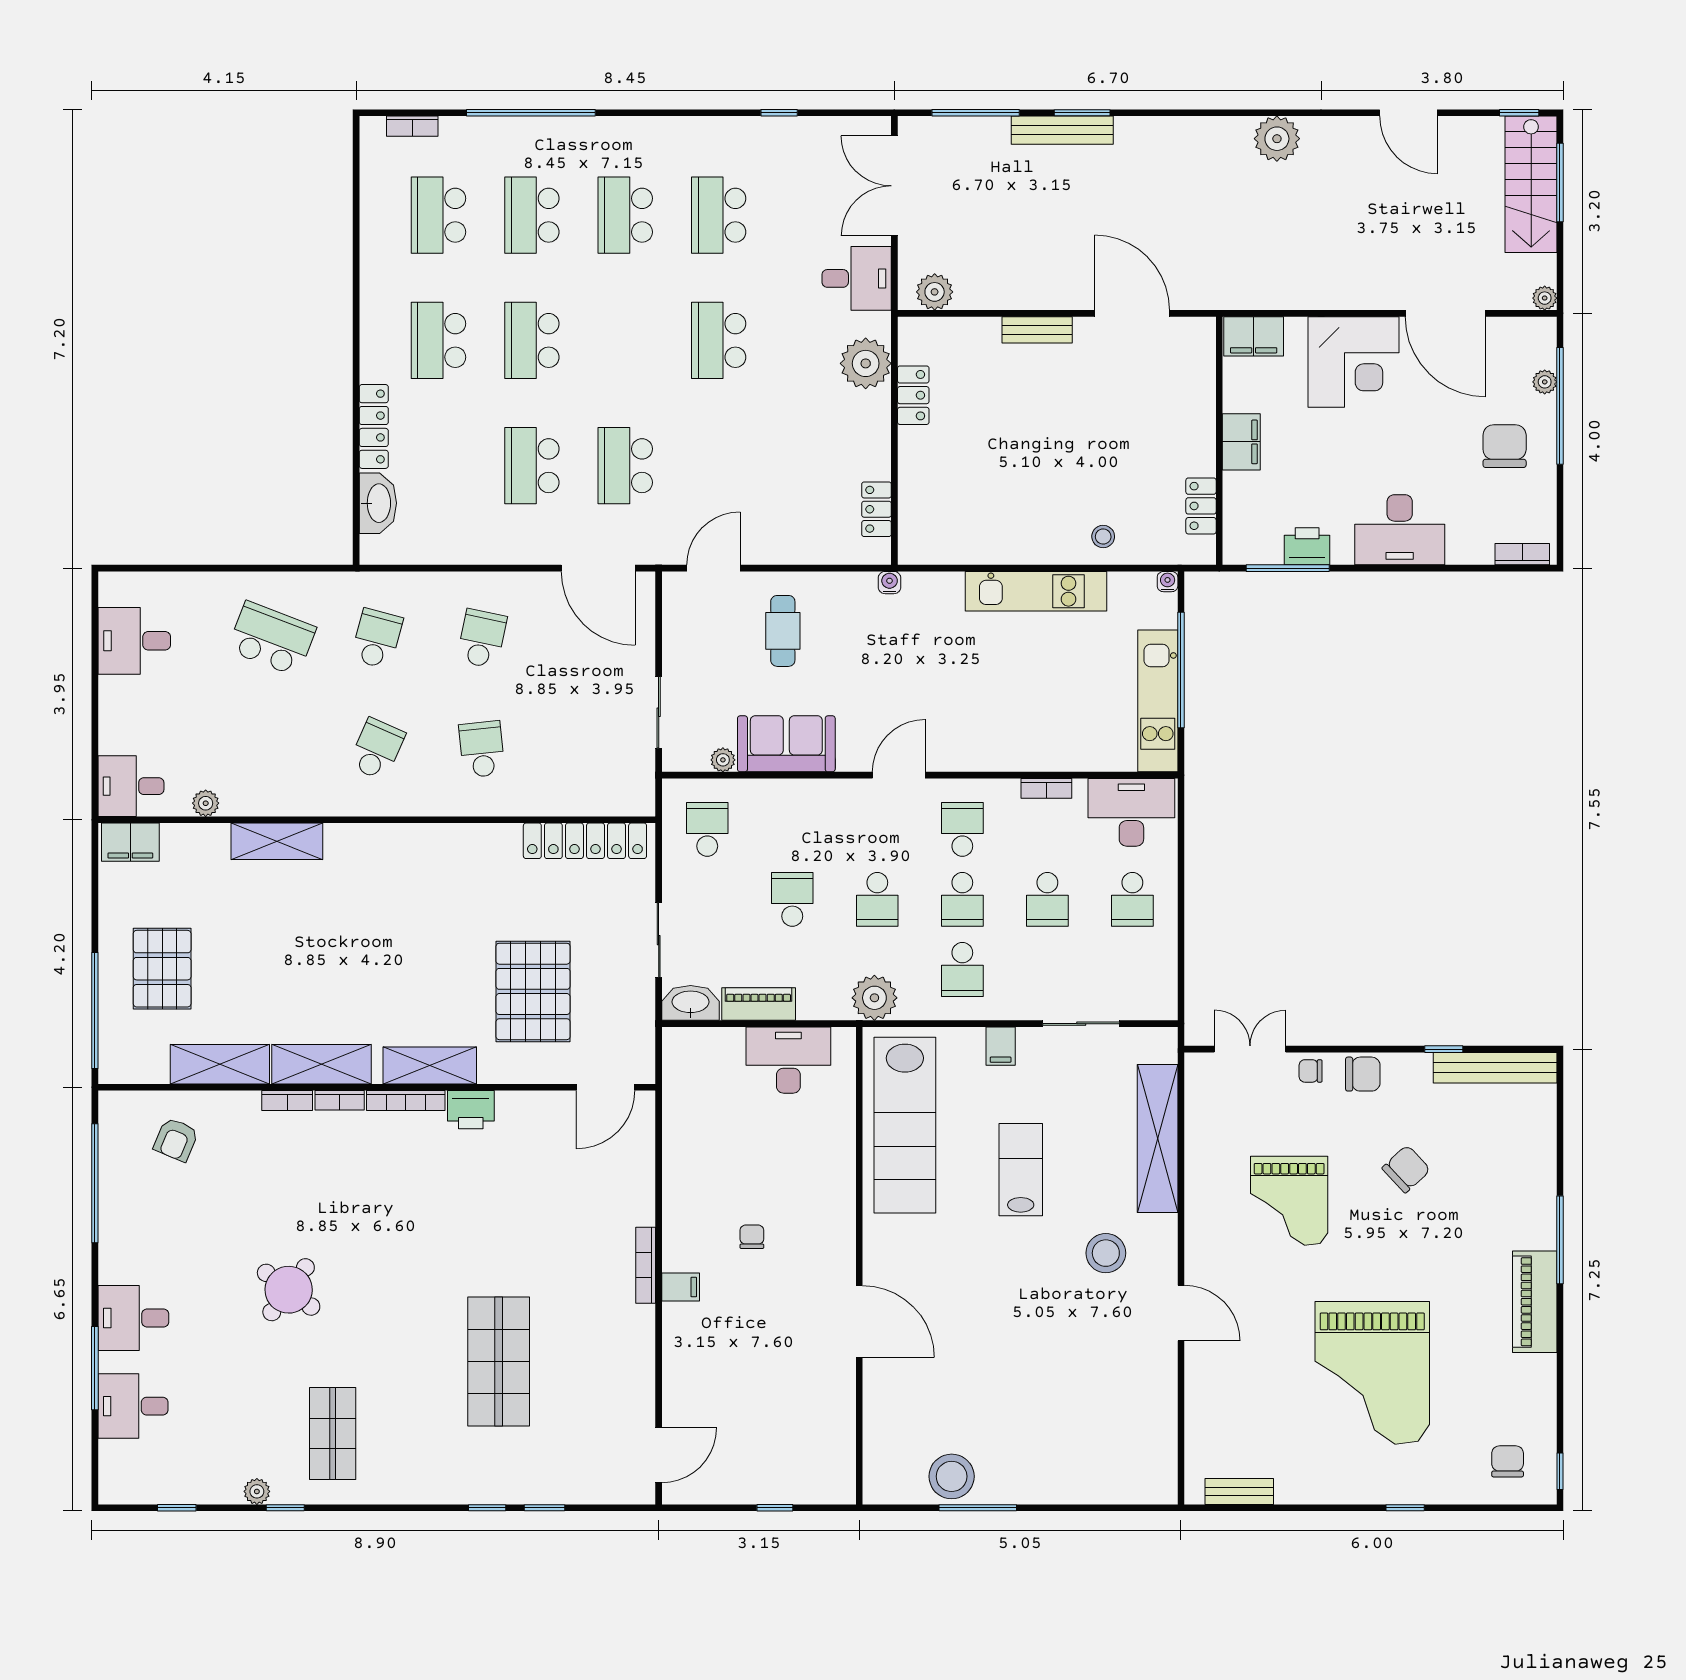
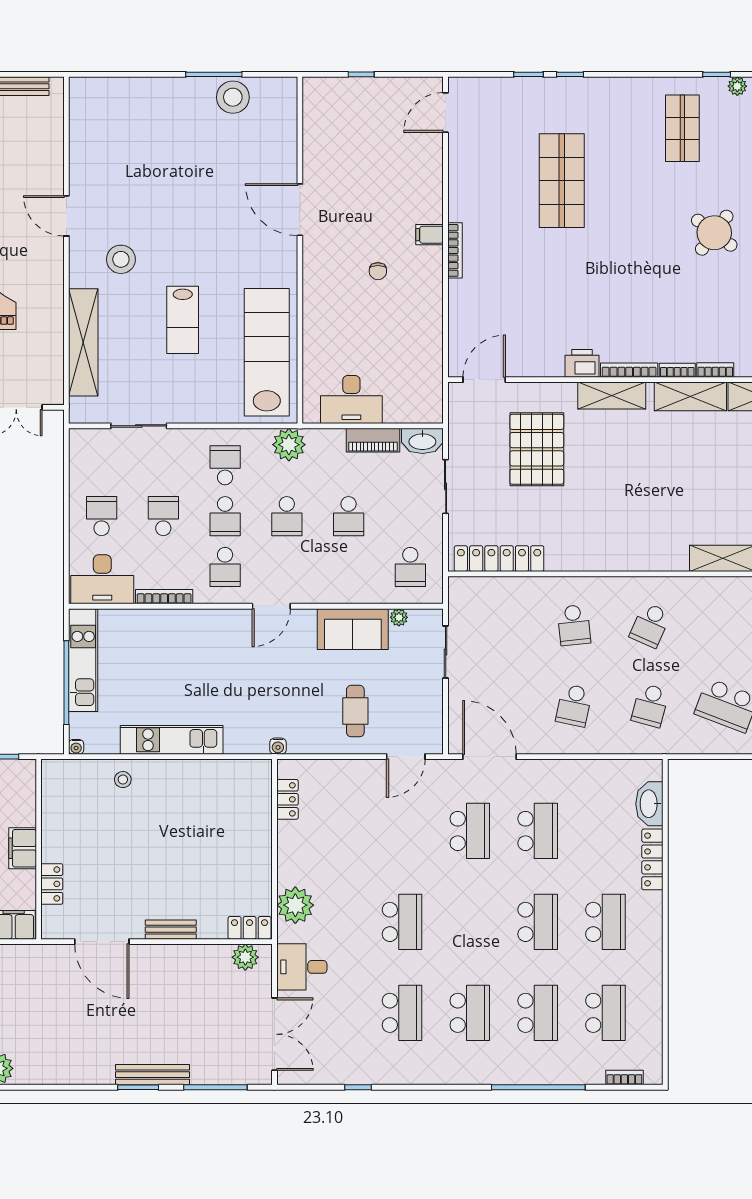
locker: (913, 395) -> (250, 928), moved, turned 90
locker: (1201, 506) -> (52, 884), moved
bookcase: (1046, 788) -> (164, 597), width x1.56
school desk: (877, 899) -> (287, 516), turned 180
school desk: (962, 899) -> (225, 516), turned 180
filing cabinet: (1001, 1046) -> (197, 410), removed

